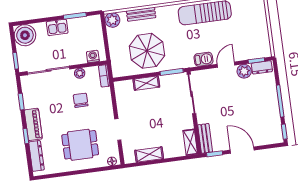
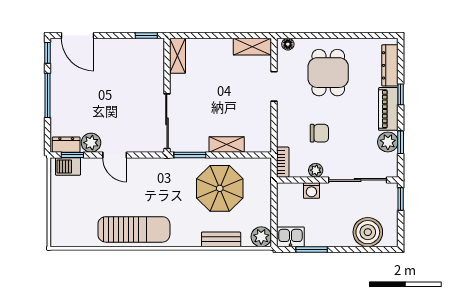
kitchen sink: (57, 27) -> (290, 237), moved
boiler: (25, 35) -> (368, 232), moved
washing machine: (93, 57) -> (311, 191), moved
barbecue: (203, 59) -> (68, 166), moved
door: (226, 65) -> (115, 155), hinge flipped
chair: (81, 100) -> (319, 133), turned -90
plant: (30, 101) -> (388, 142), added
bench: (205, 138) -> (157, 58), removed
dining table: (80, 145) -> (328, 73), turned 90
door: (242, 150) -> (78, 36), moved
shelving: (149, 154) -> (252, 47), moved

